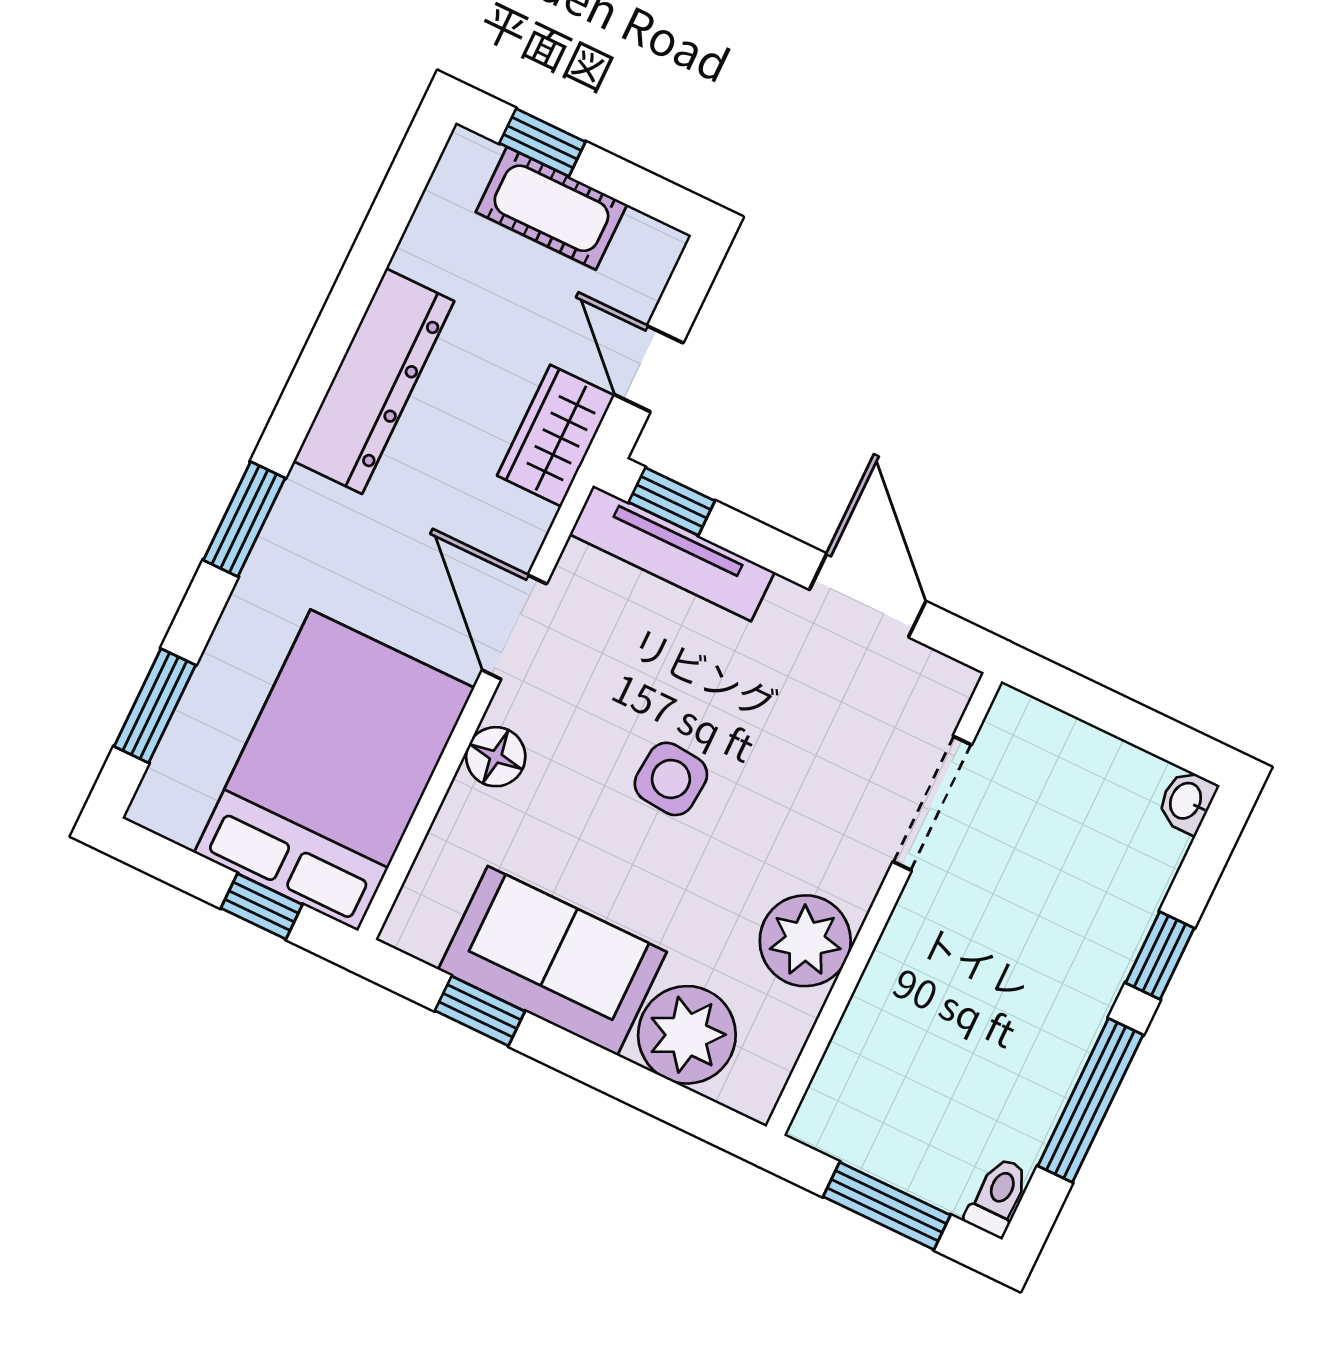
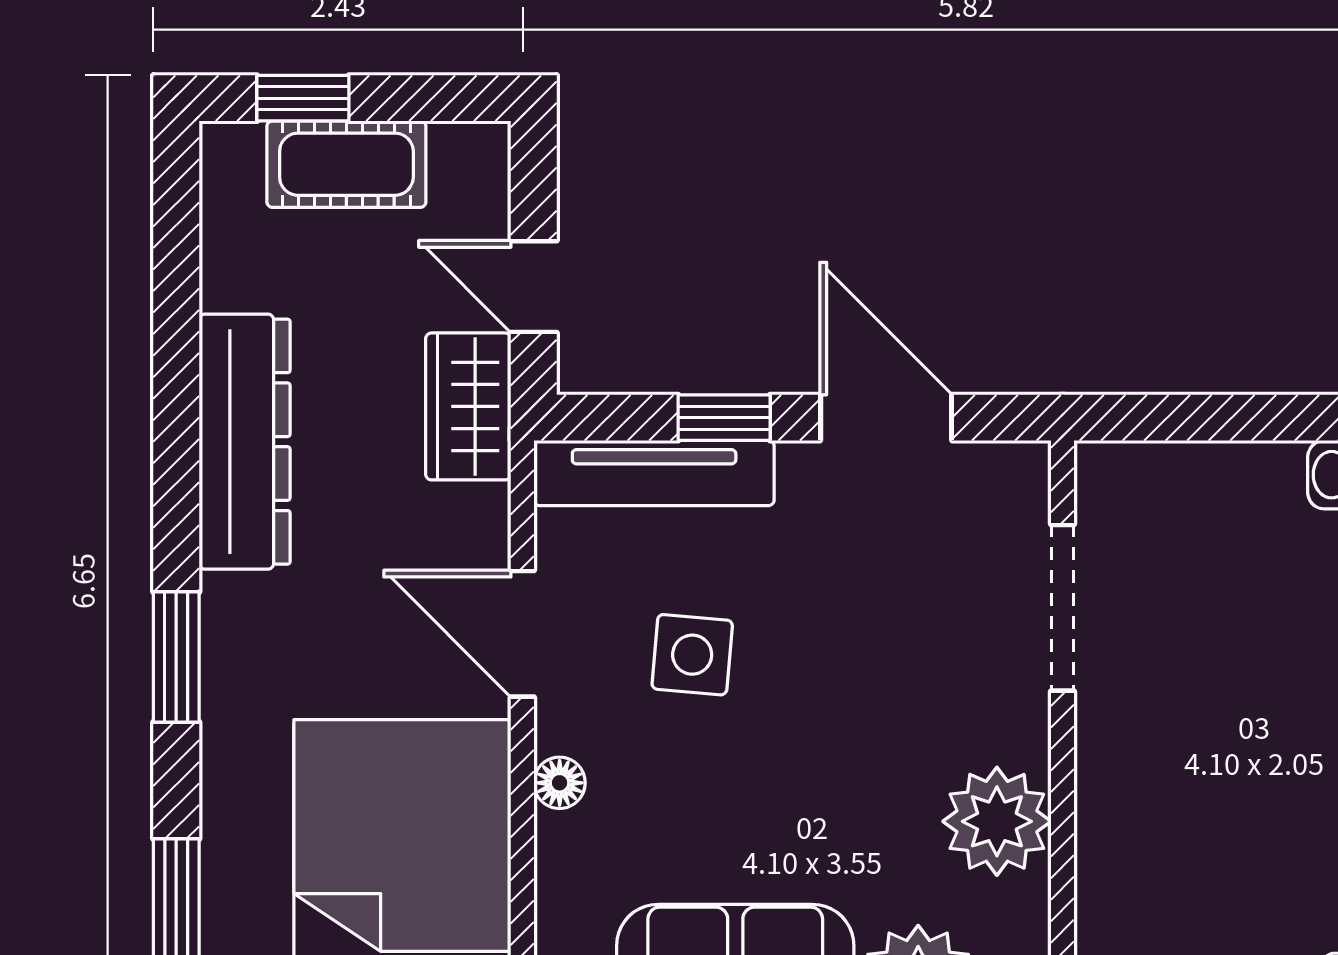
window: (672, 502) -> (724, 418), moved
floor lamp: (496, 757) -> (560, 783), width x0.73, depth x0.73
side table: (671, 779) -> (692, 655), moved

